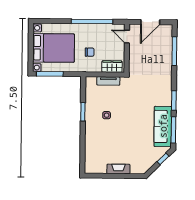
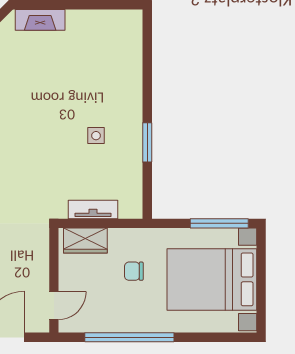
door: (127, 37) -> (54, 306), hinge flipped
fireplace: (118, 169) -> (40, 20), moved

